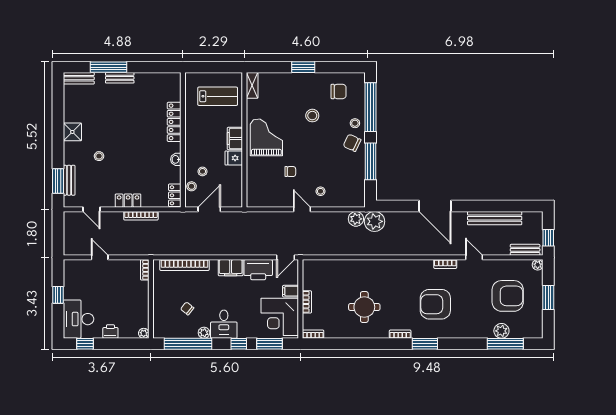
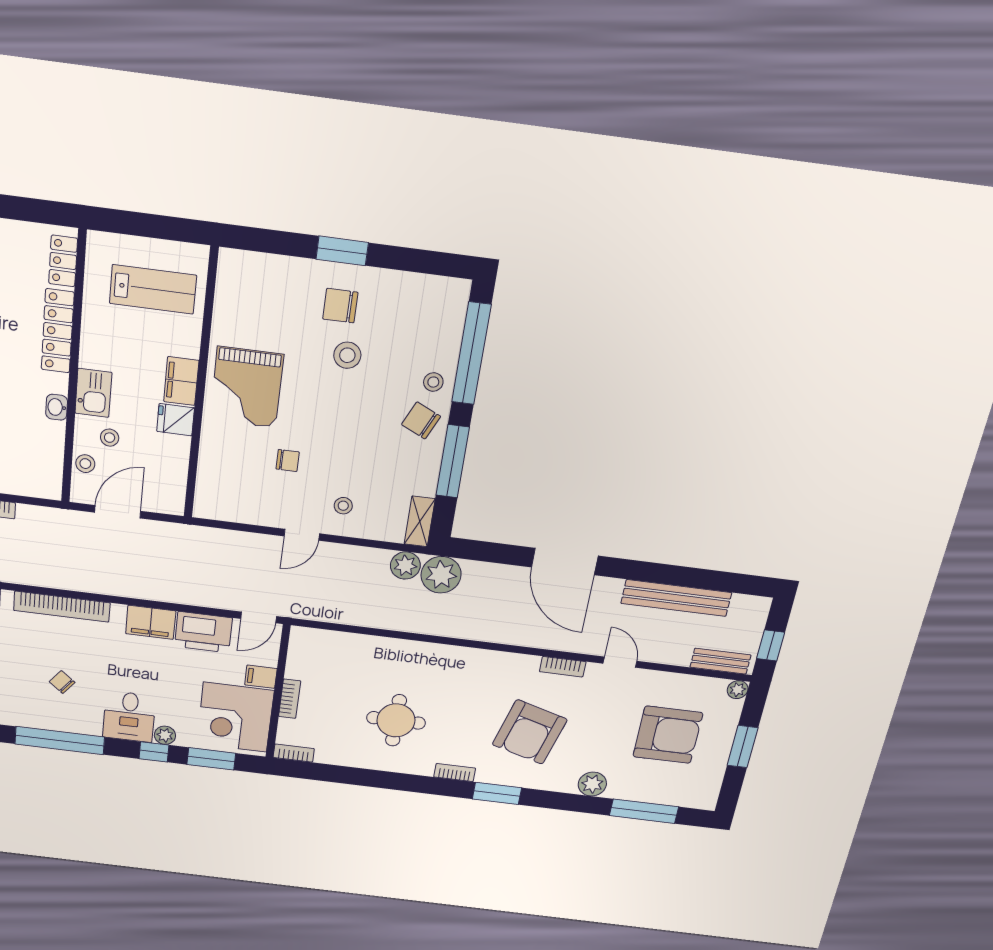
shelving: (252, 85) -> (420, 521), moved
chair: (339, 91) -> (340, 306), moved, turned 180
grand piano: (266, 137) -> (247, 387), turned 180
kitchen sink: (193, 150) -> (93, 393), added
locker: (175, 195) -> (63, 261), moved
door: (302, 209) -> (302, 535), swing flipped
armchair: (435, 304) -> (530, 732), turned -74
plant: (501, 331) -> (592, 784), moved
plant: (204, 333) -> (165, 735), moved

